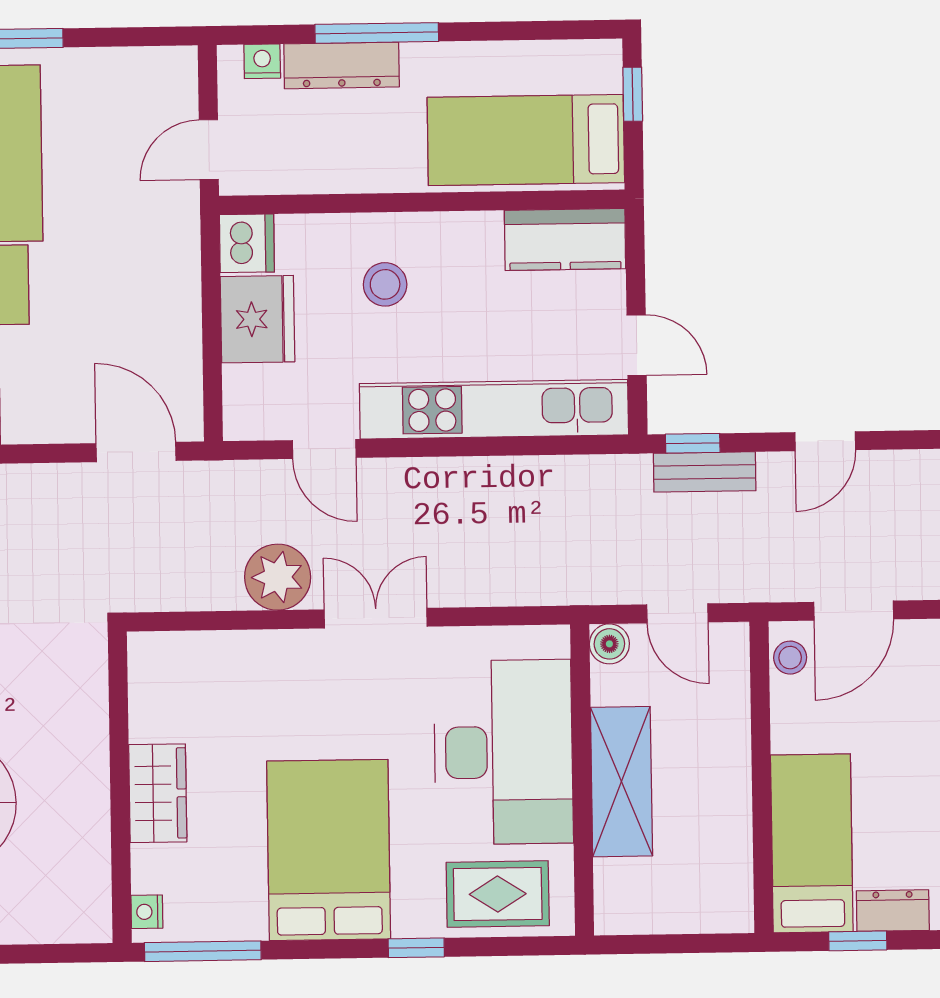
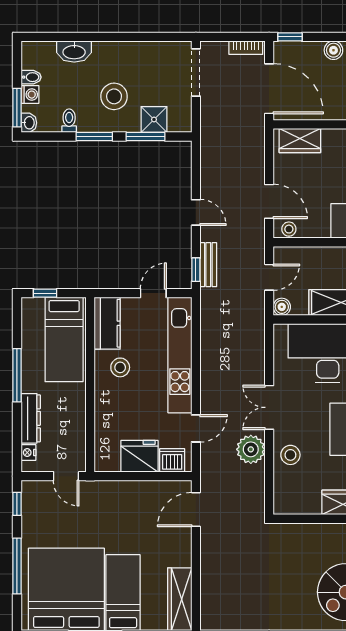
window: (377, 33) -> (17, 375), moved
window: (143, 37) -> (17, 504), added
dishwasher: (247, 243) -> (172, 460), moved
stool: (385, 284) -> (120, 367), moved
stool: (266, 669) -> (290, 455), added

